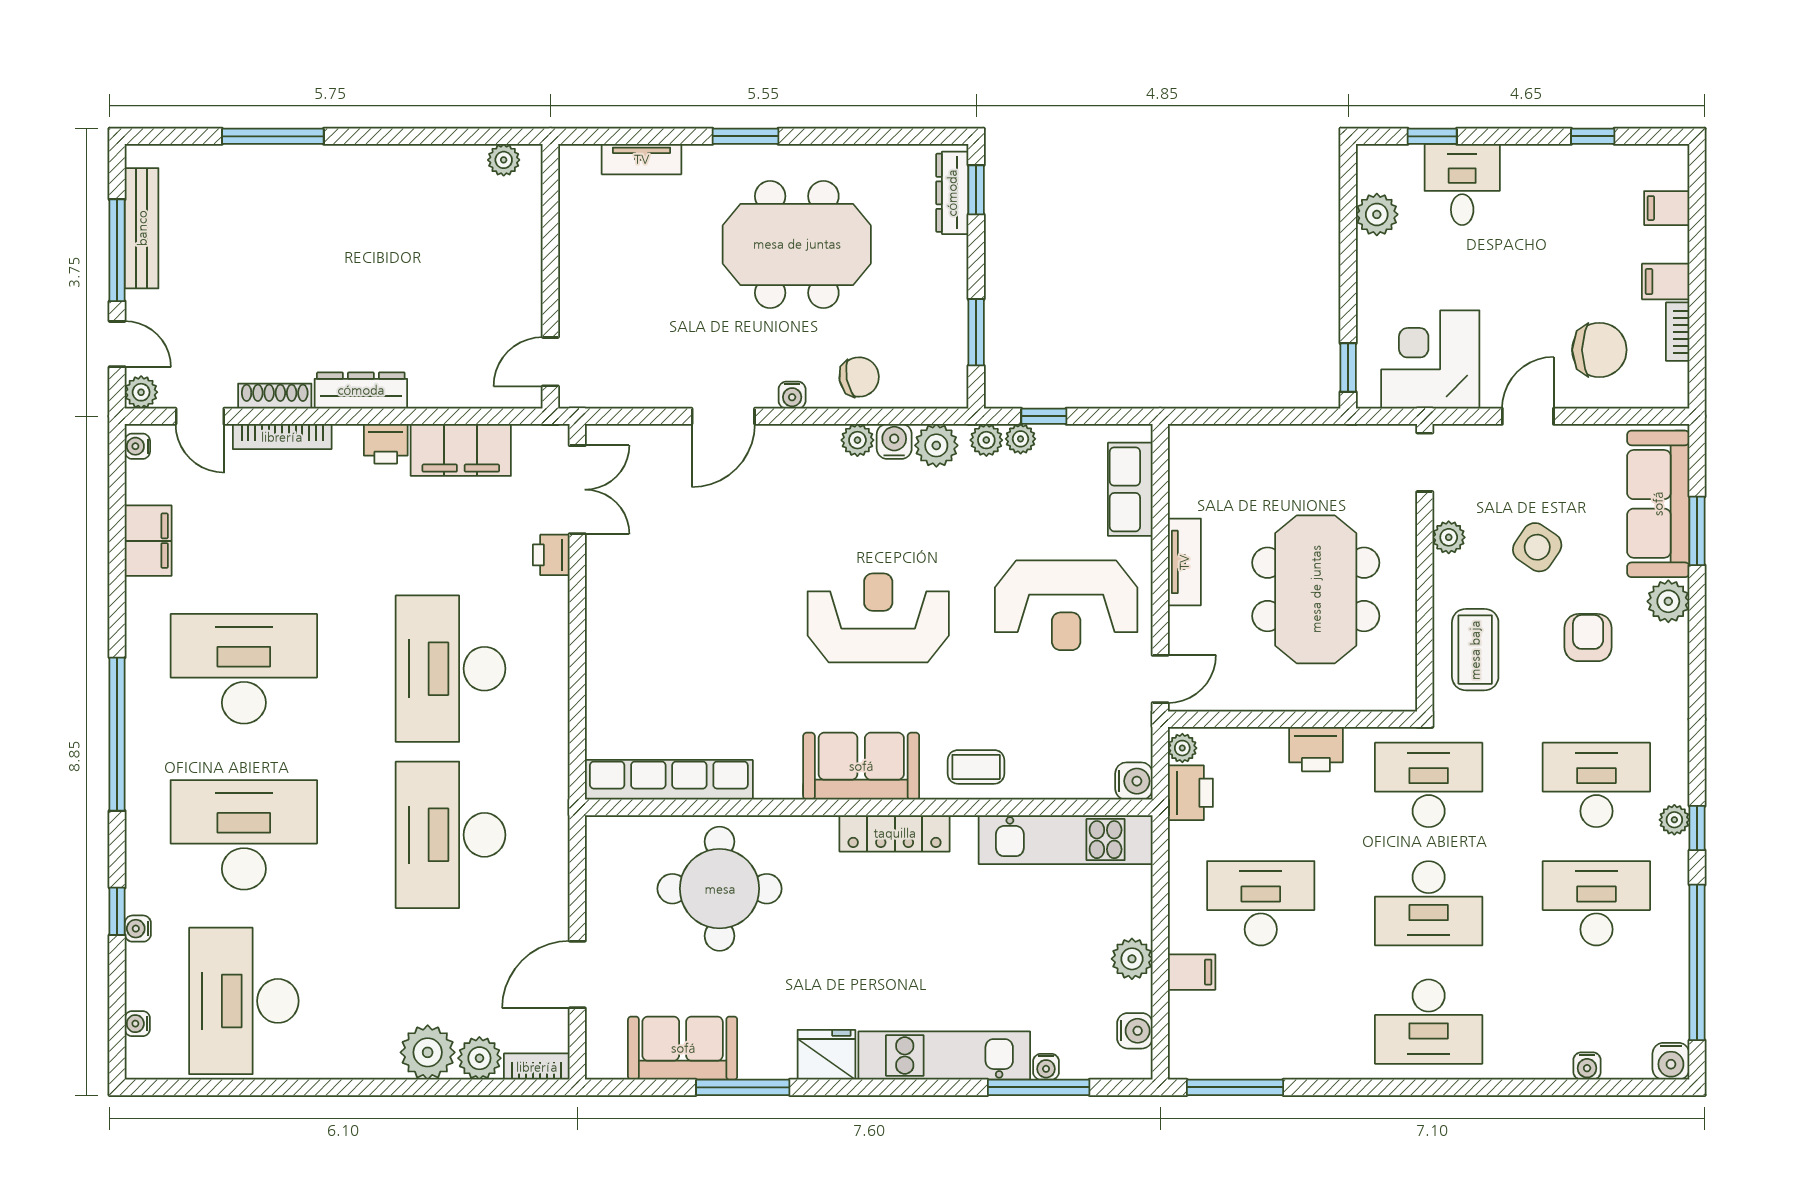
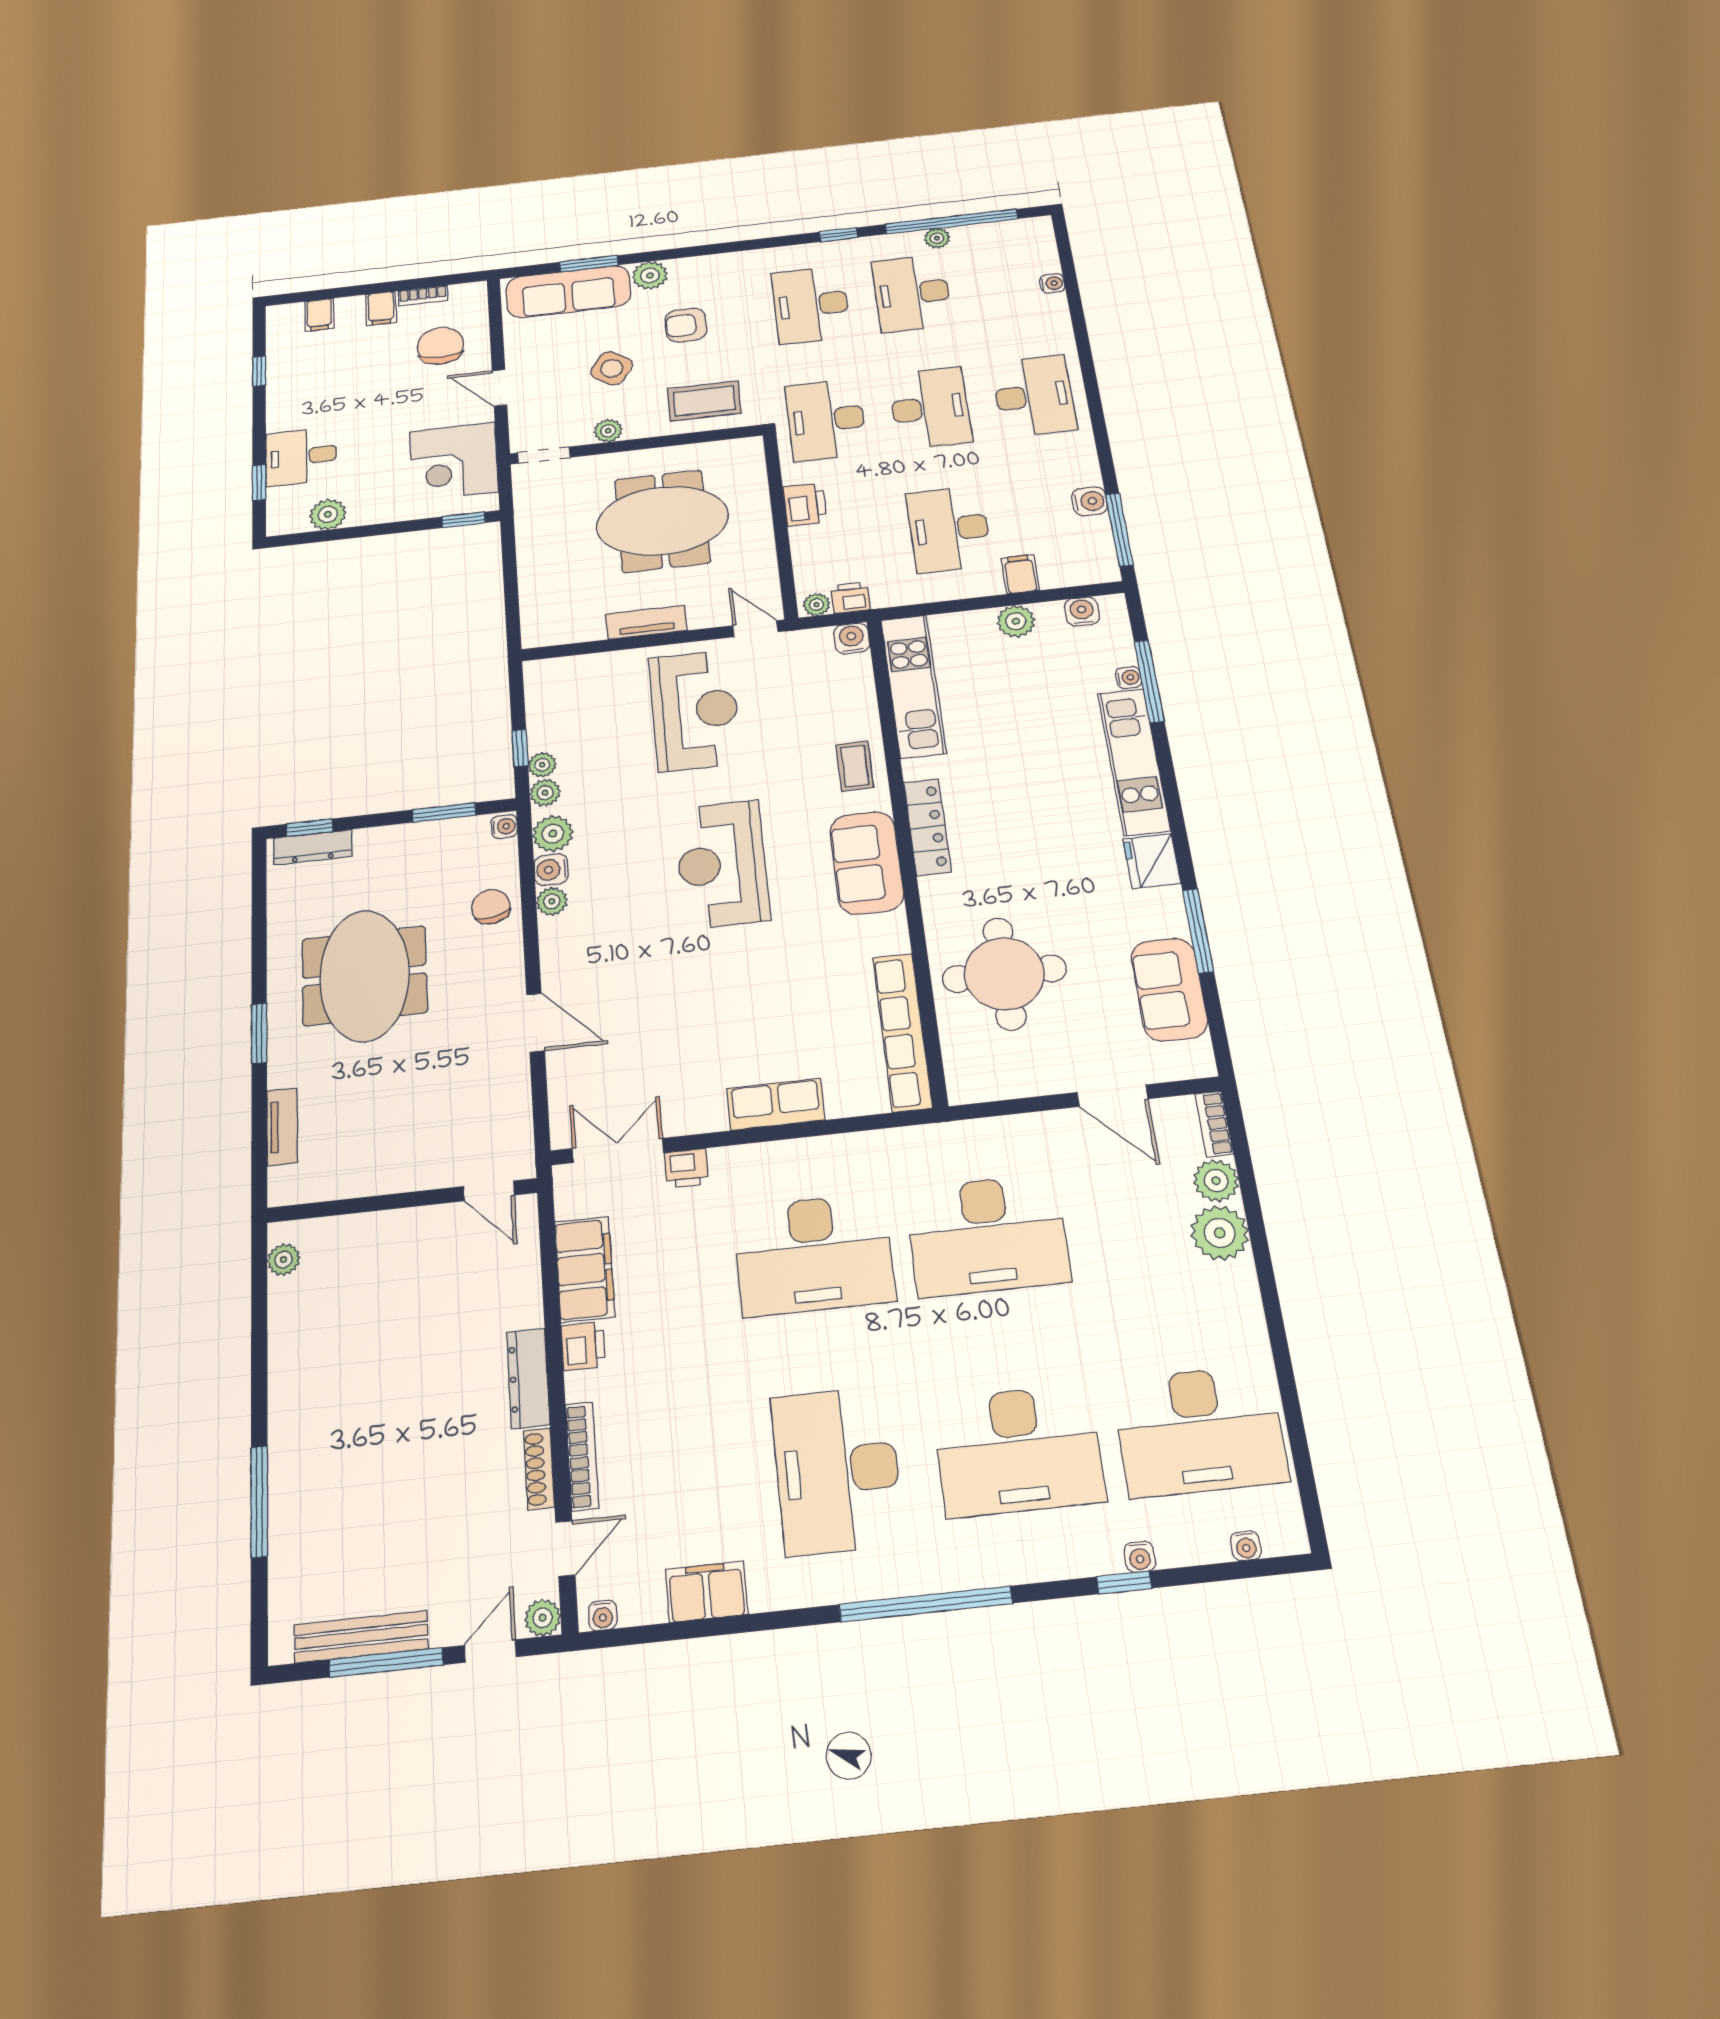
water cooler: (792, 395) -> (504, 827), moved
row of seats: (1130, 489) -> (776, 1104), moved, turned 180
printer: (1190, 793) -> (850, 598), width x0.73, depth x0.81
plant: (1674, 820) -> (937, 238), moved
desk: (244, 835) -> (1018, 1450), turned -90
water cooler: (1671, 1061) -> (1090, 501), moved

